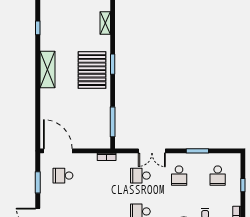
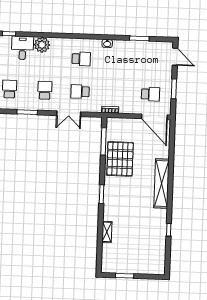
shelving: (47, 69) -> (161, 184), width x1.47
pallet: (92, 70) -> (120, 159), moved
double door: (152, 151) -> (69, 114), swing flipped
school desk: (140, 176) -> (80, 92), turned 180

